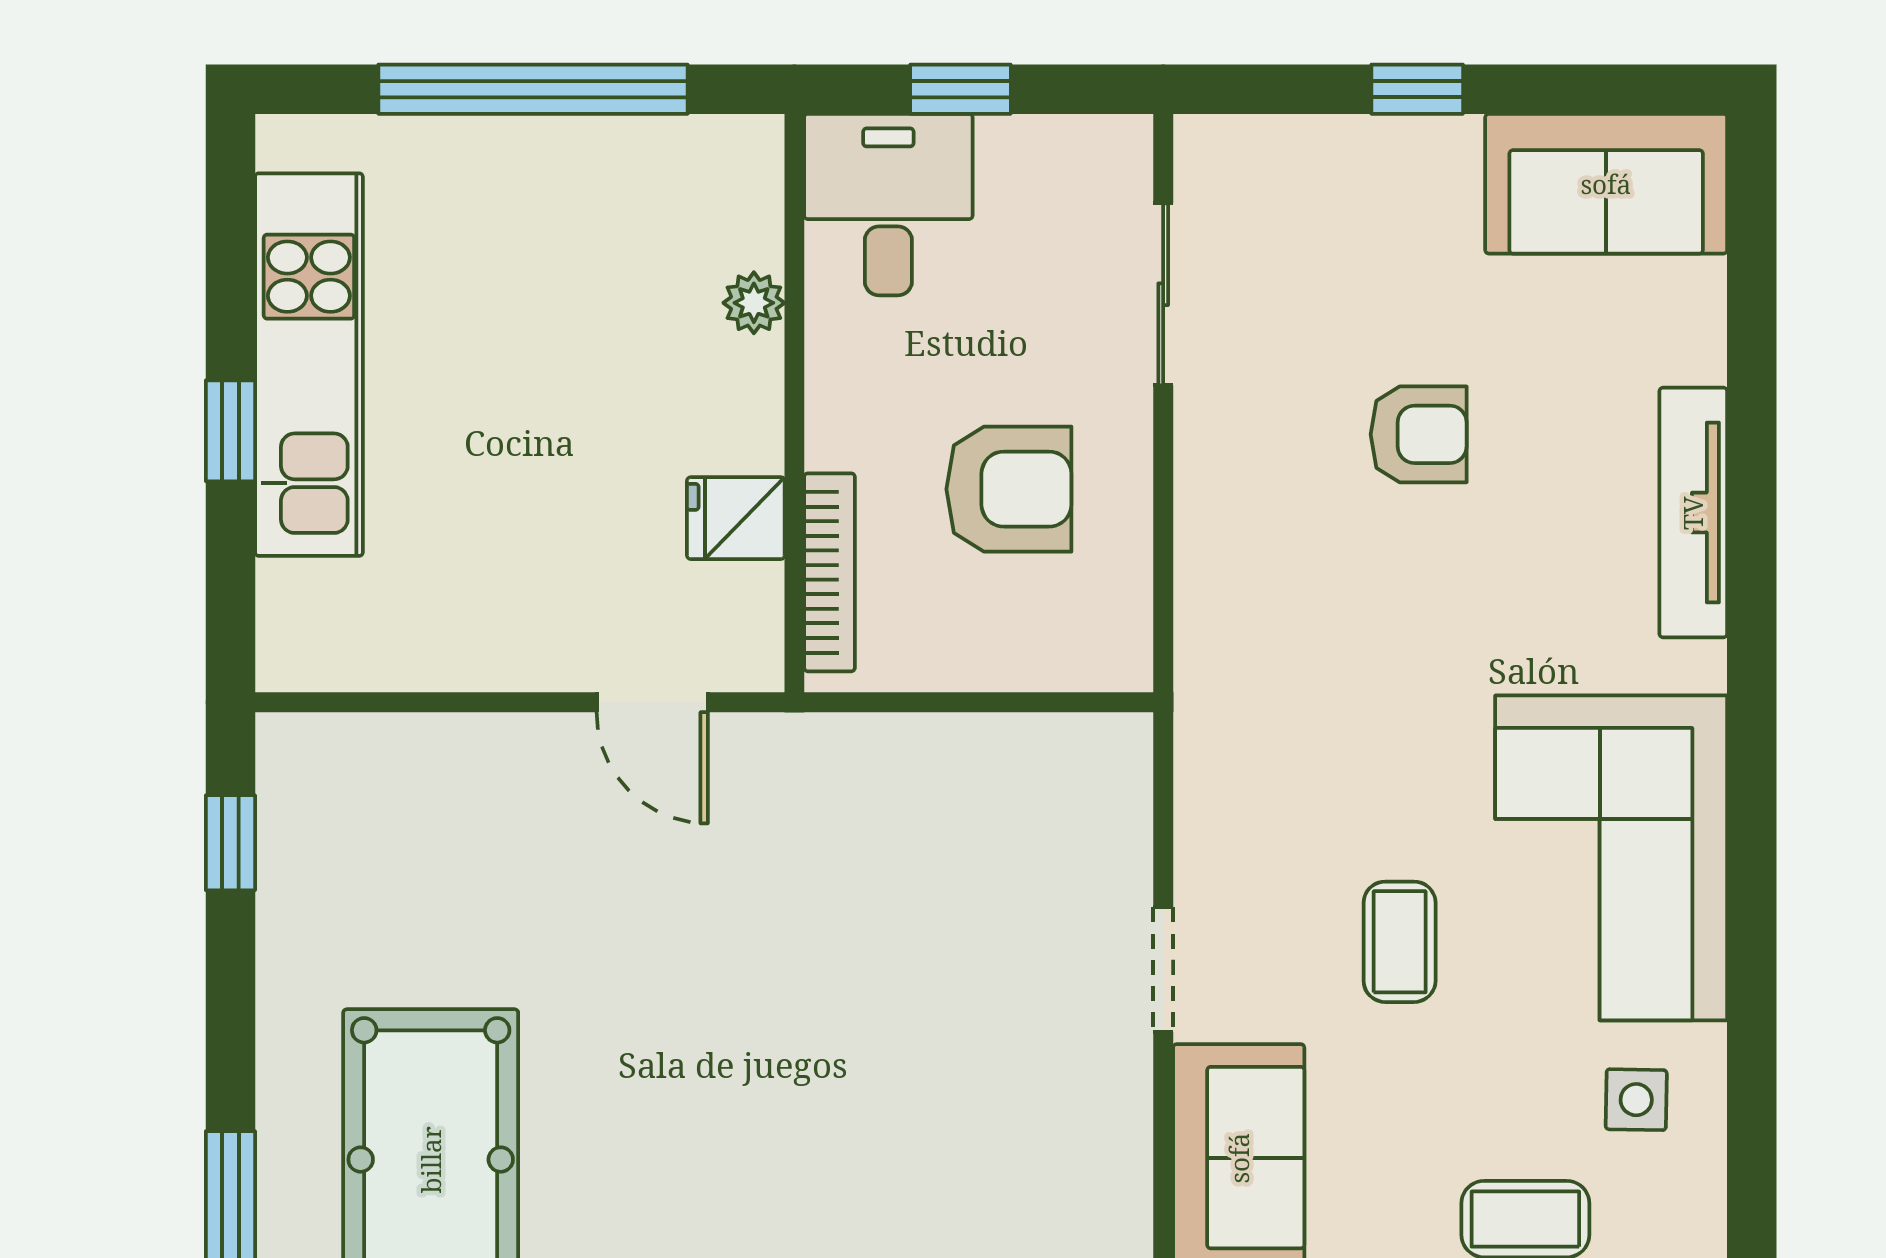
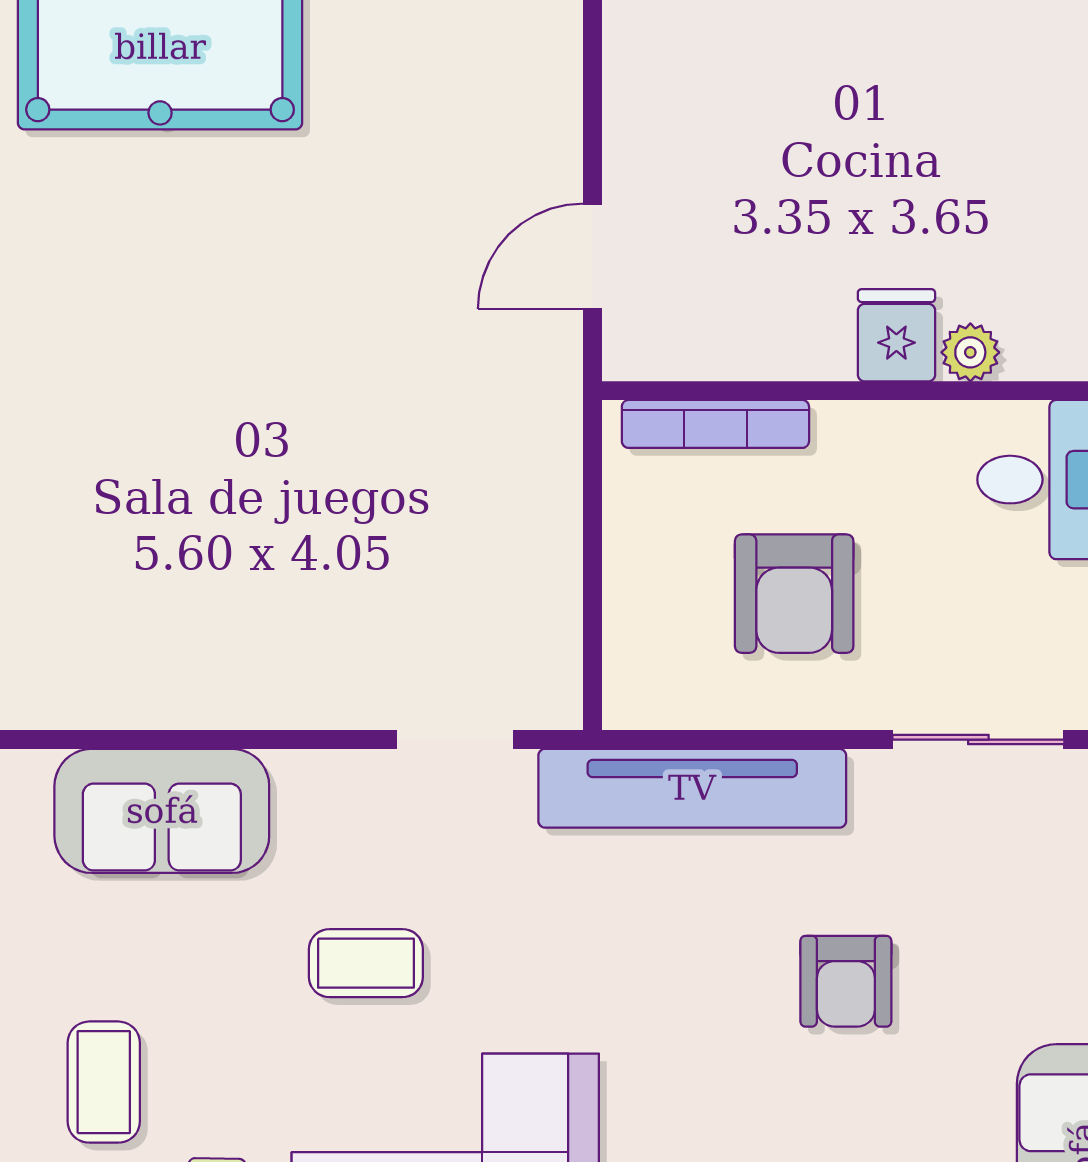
fridge: (736, 518) -> (896, 335), moved
tv unit: (1215, 597) -> (692, 788), added
doorway: (1163, 970) -> (455, 740), moved

